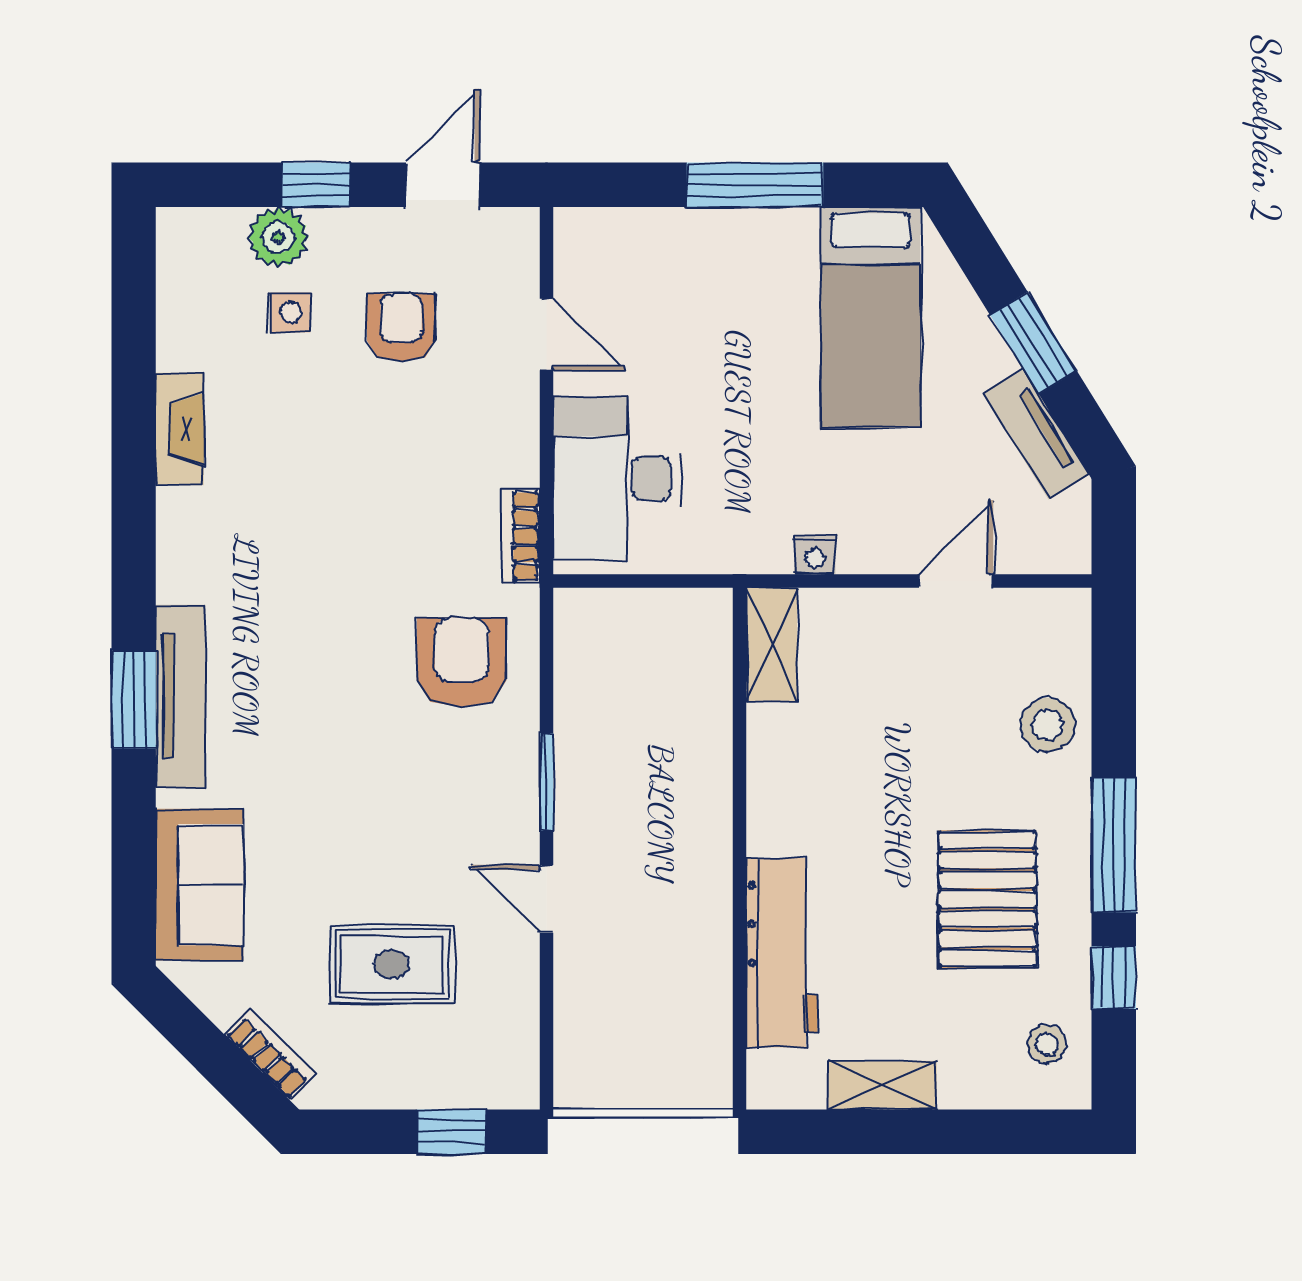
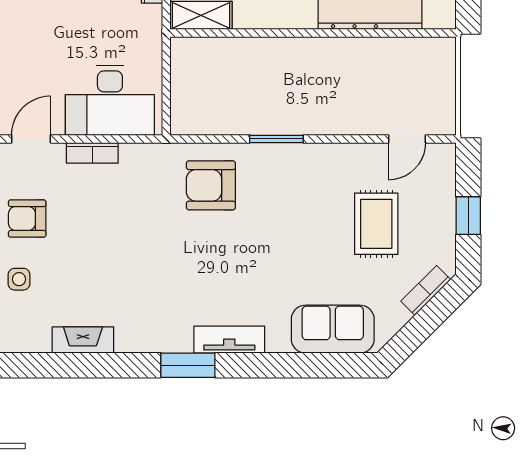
bookcase: (521, 536) -> (92, 153), moved
tv unit: (180, 696) -> (229, 340), width x0.71
window: (134, 699) -> (188, 365), moved
door: (546, 899) -> (407, 139), moved
window: (451, 1132) -> (468, 216), moved

